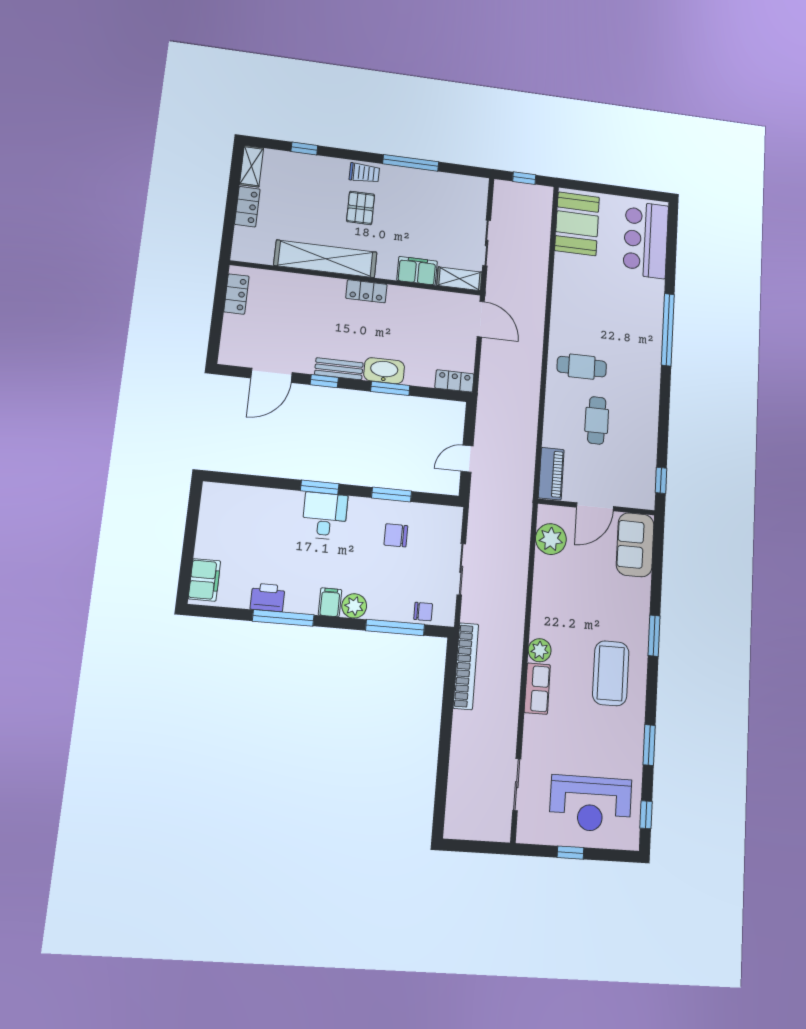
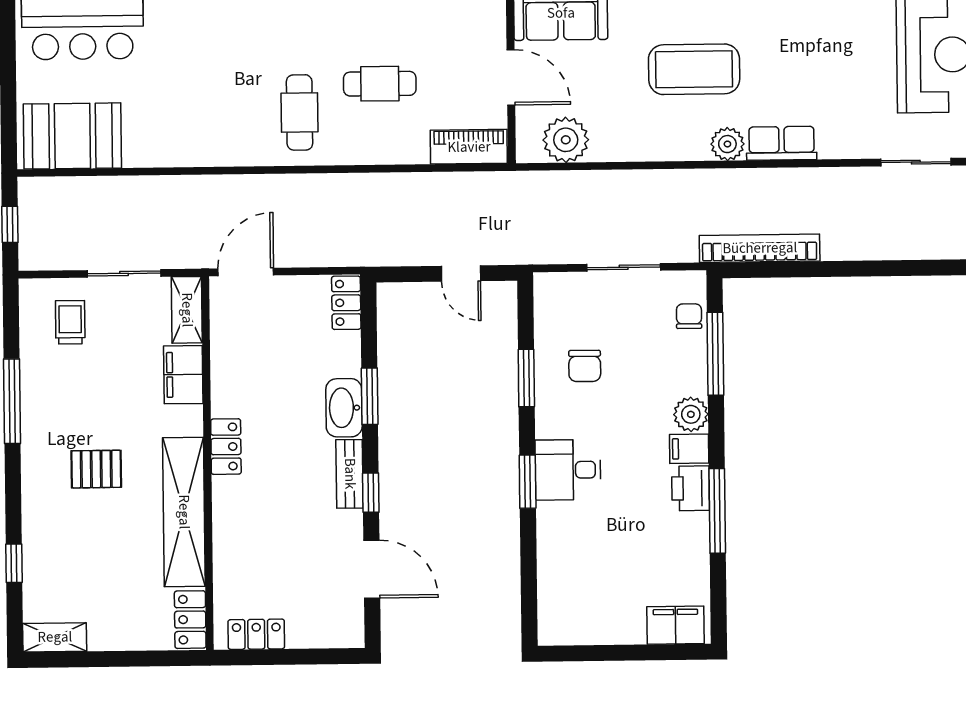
trolley: (364, 173) -> (70, 322), moved
locker: (247, 207) -> (190, 620), moved, turned -90
printer: (268, 597) -> (691, 488), moved
coffee table: (611, 673) -> (694, 69), moved

